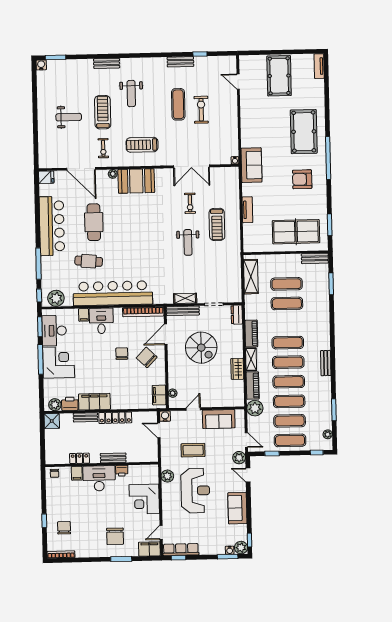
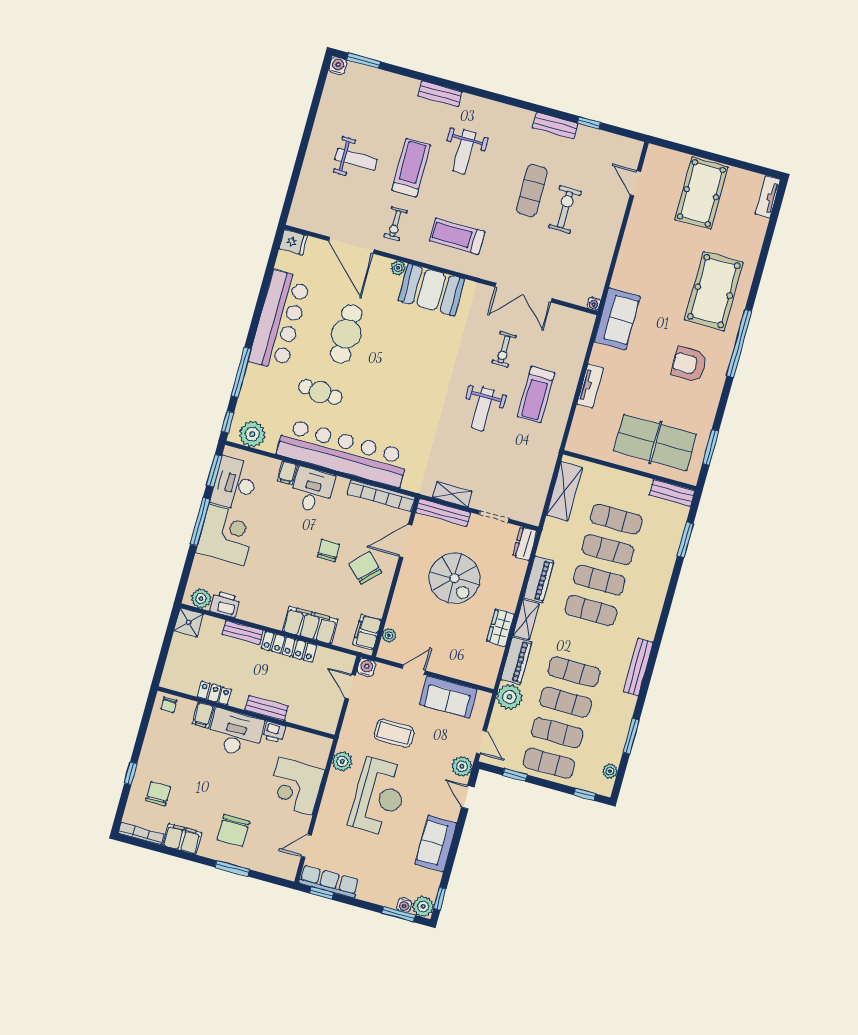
exercise mat: (288, 362) -> (599, 580), moved
bench: (326, 363) -> (638, 667), width x1.36
filing cabinet: (94, 402) -> (310, 625), moved
filing cabinet: (149, 549) -> (182, 839), moved

